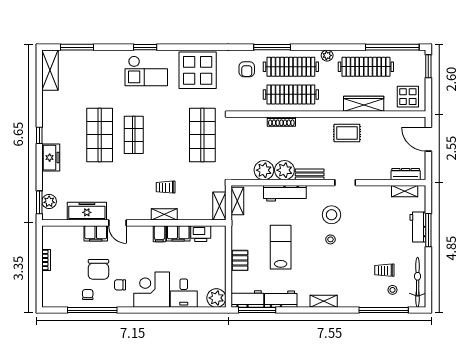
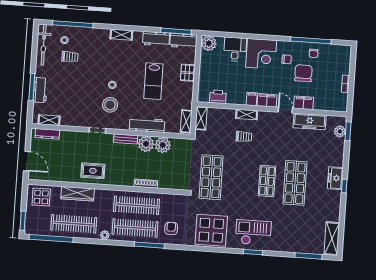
freezer: (51, 158) -> (335, 178), moved
filing cabinet: (178, 233) -> (267, 100), moved

